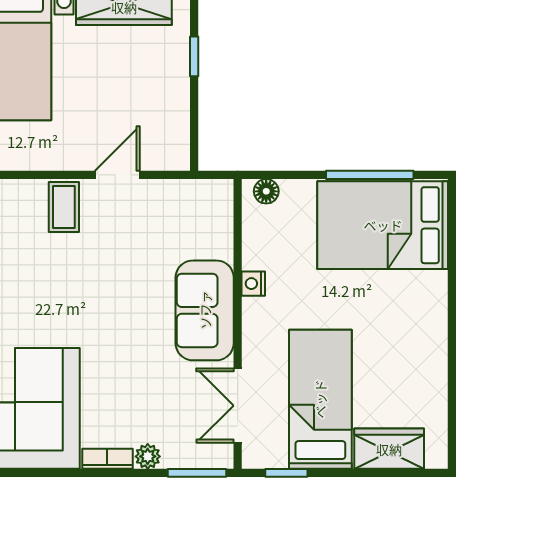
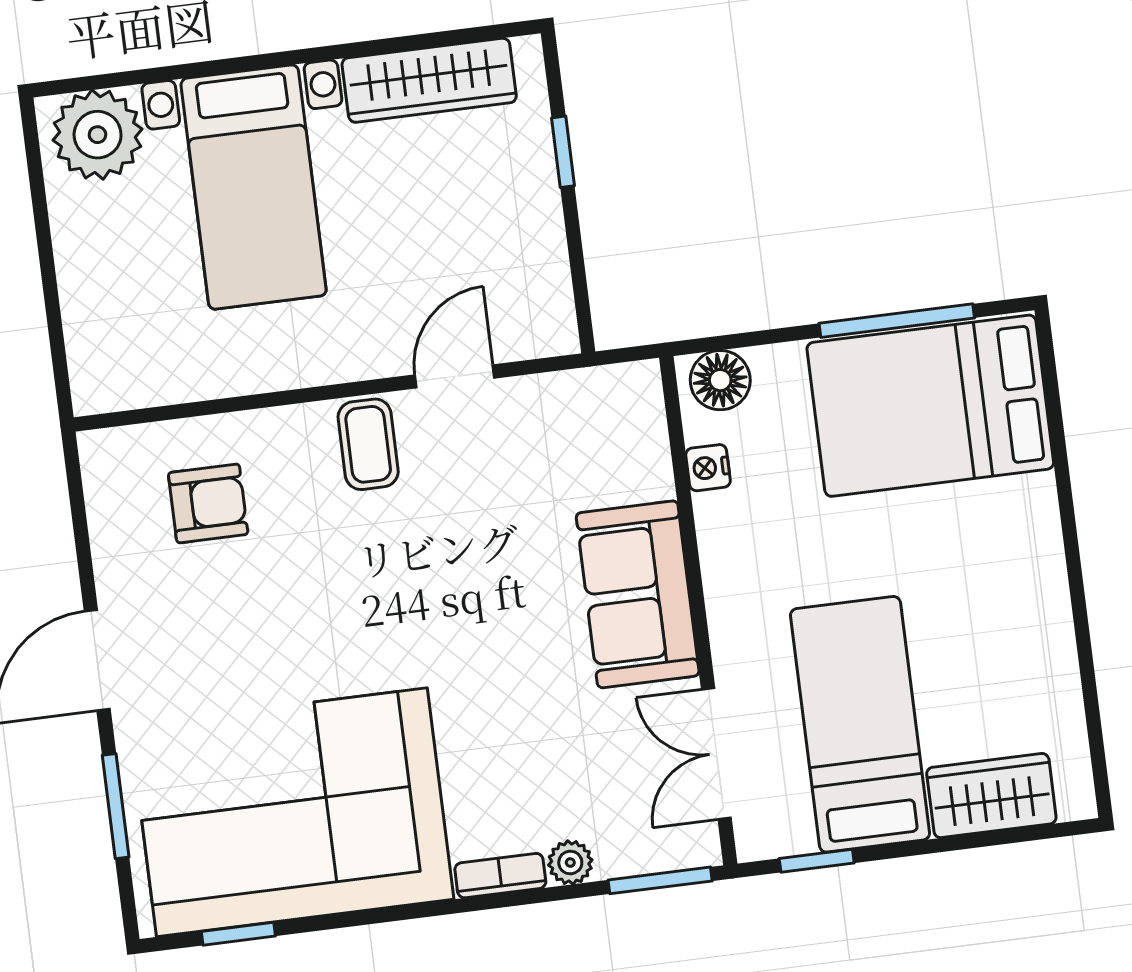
floor lamp: (266, 191) -> (720, 380), width x1.37, depth x1.37
nightstand: (253, 284) -> (708, 468), moved

